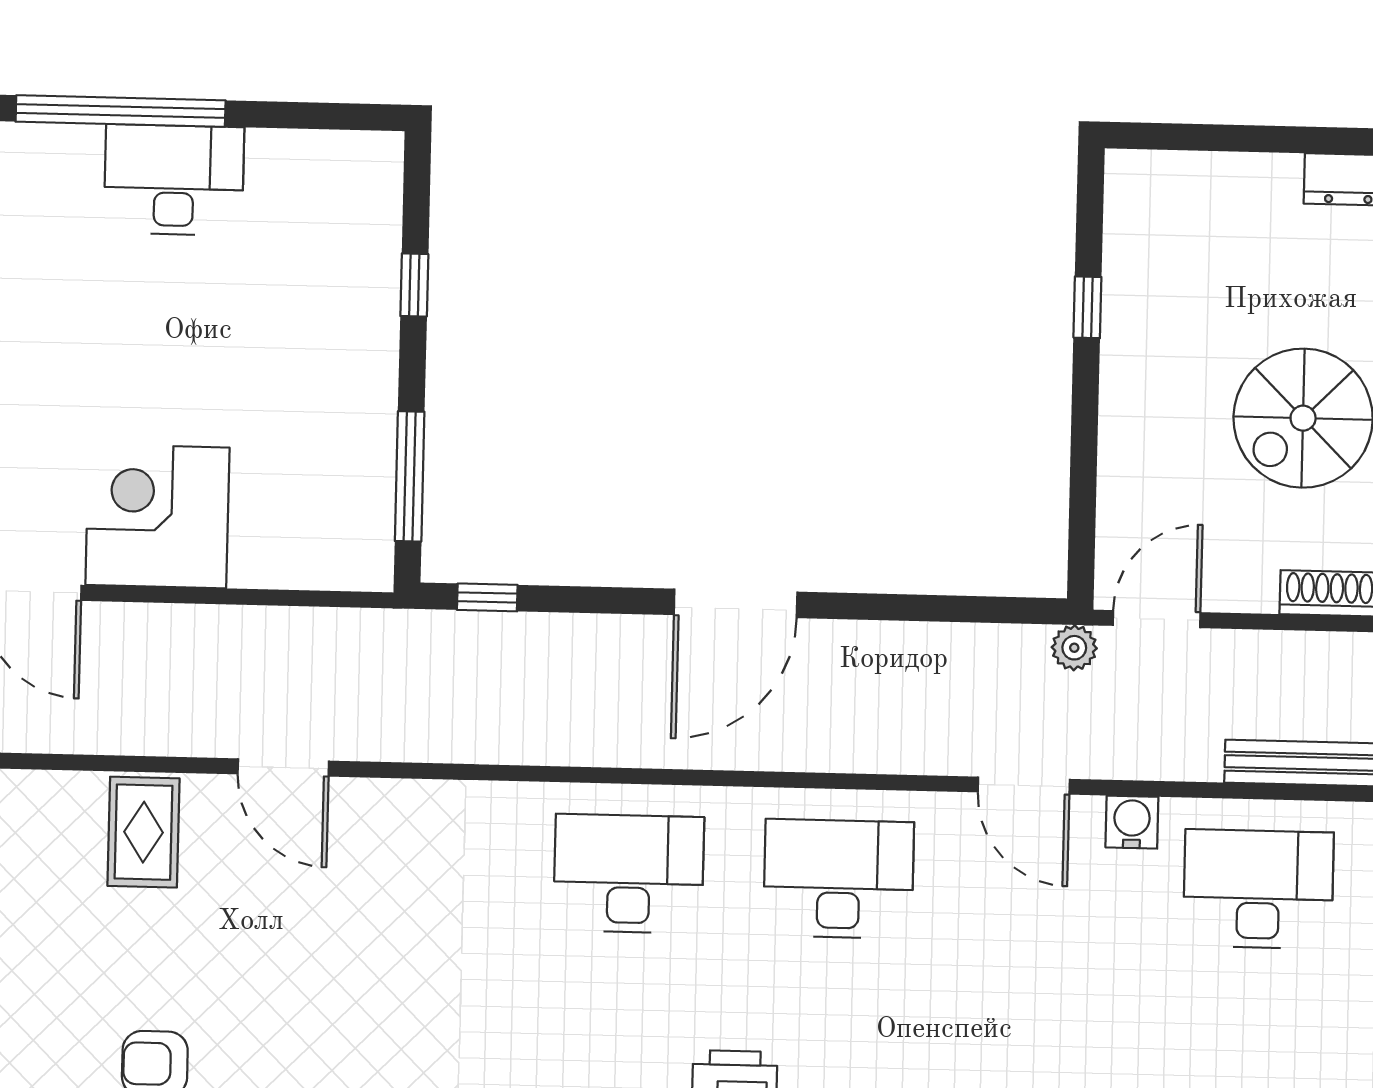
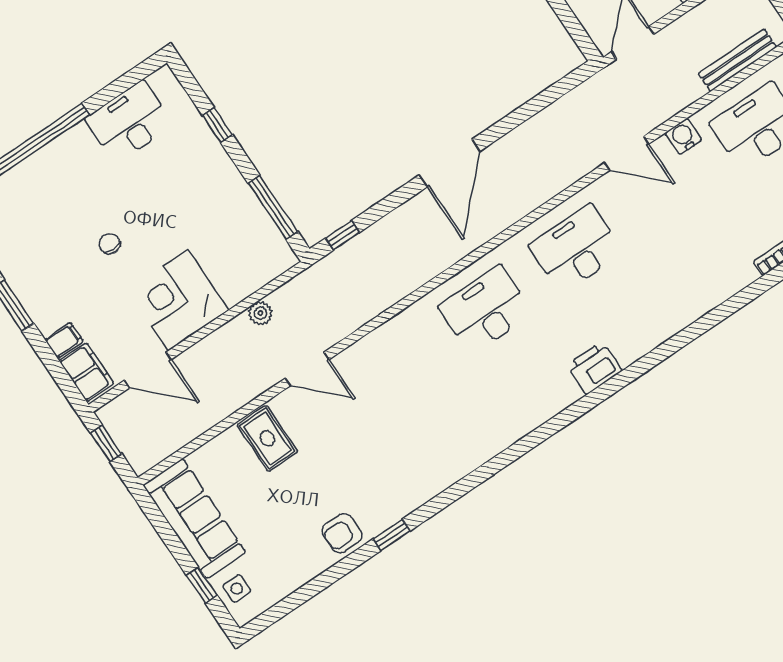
desk: (174, 180) -> (129, 122), moved
chair: (113, 351) -> (110, 244), added
plant: (1074, 648) -> (260, 313), moved

